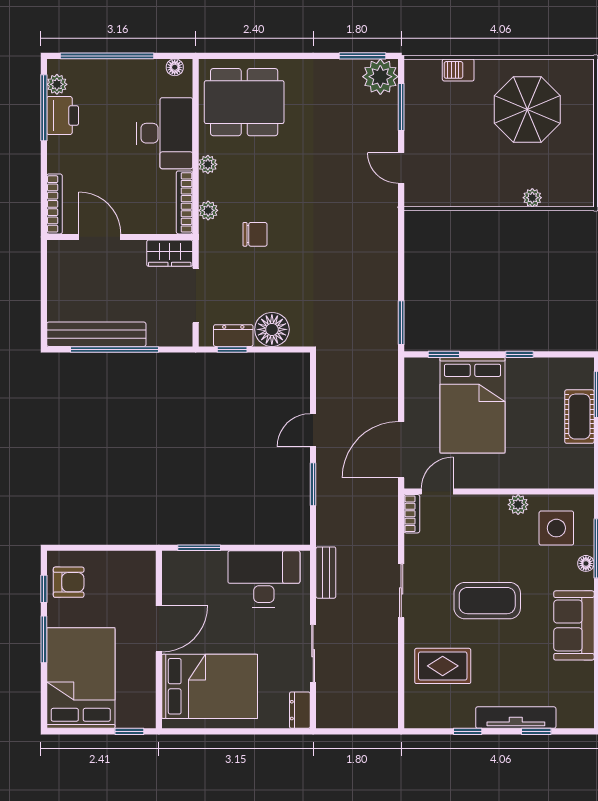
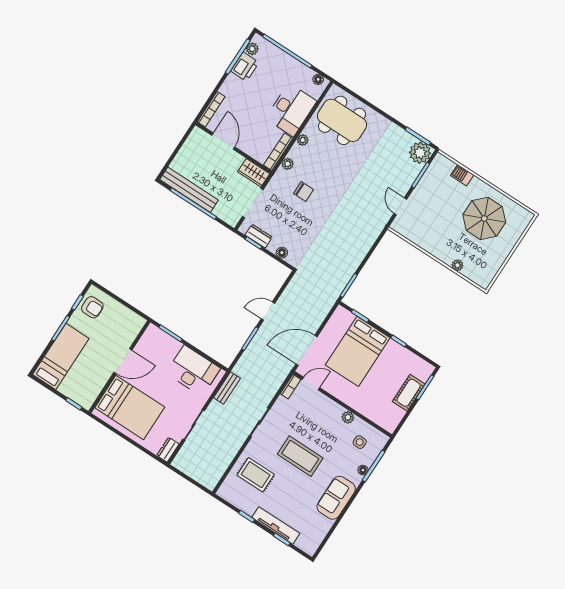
floor lamp: (272, 329) -> (282, 253), width x0.53, depth x0.53
side table: (556, 528) -> (360, 442), width x0.54, depth x0.54
bed: (81, 678) -> (61, 356), width x0.67

